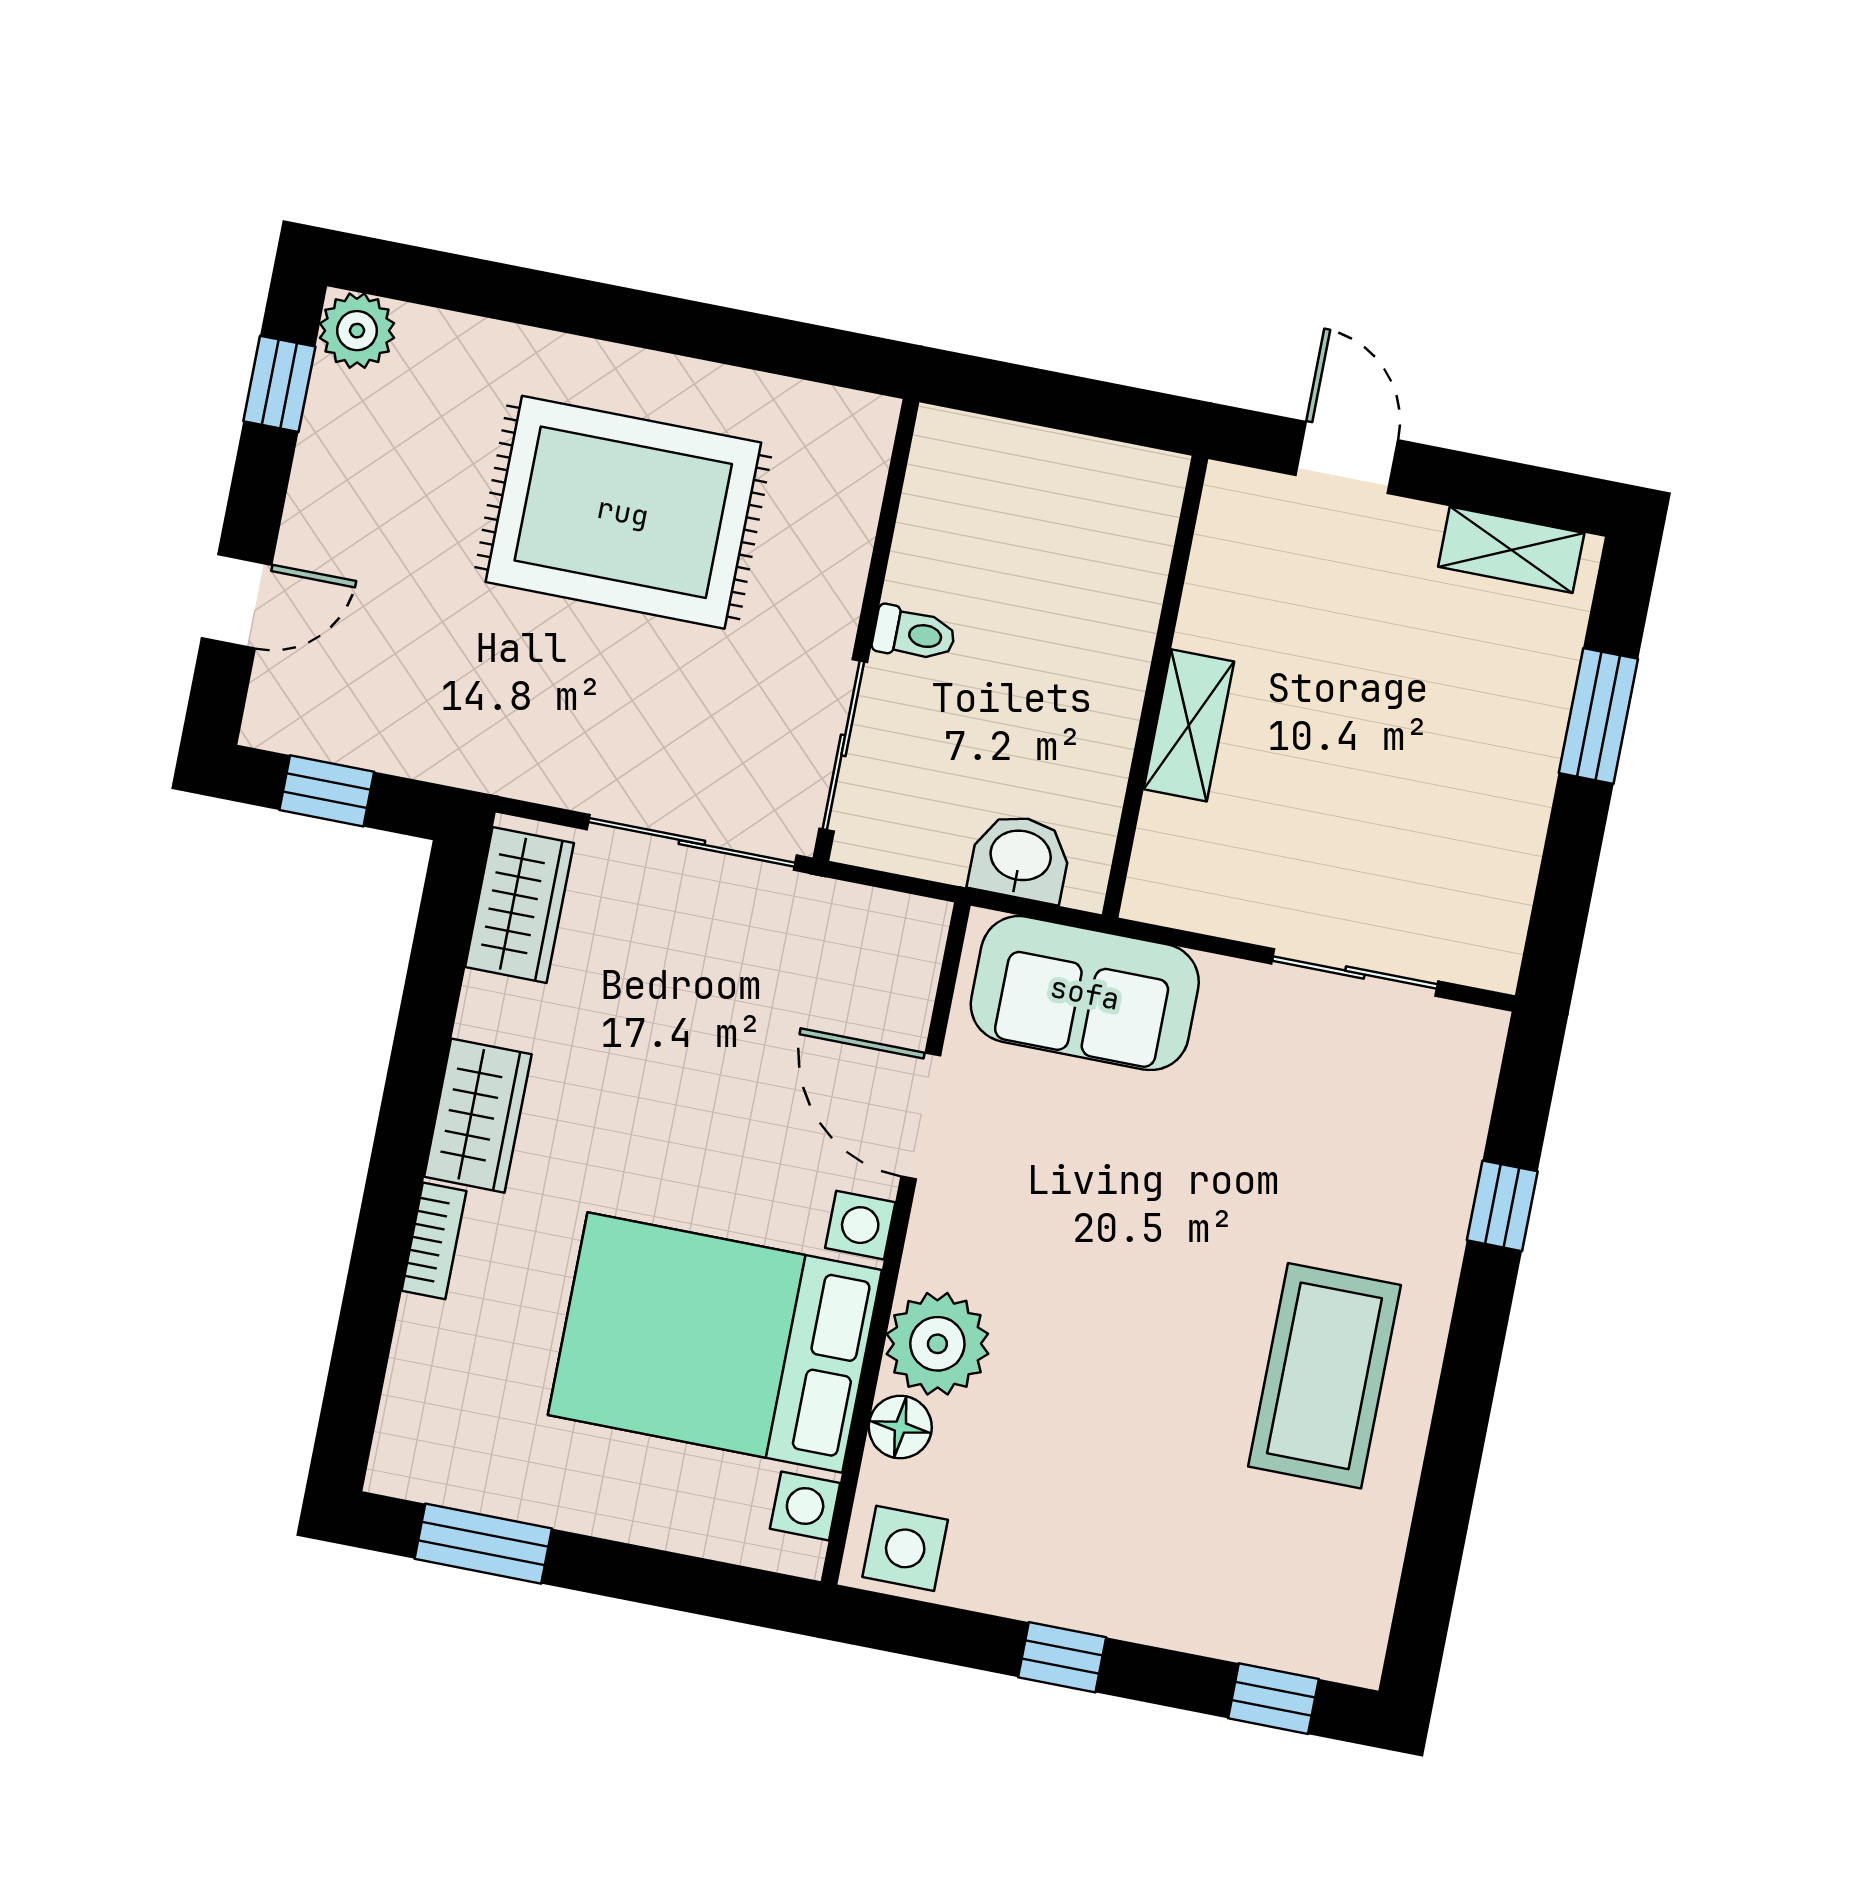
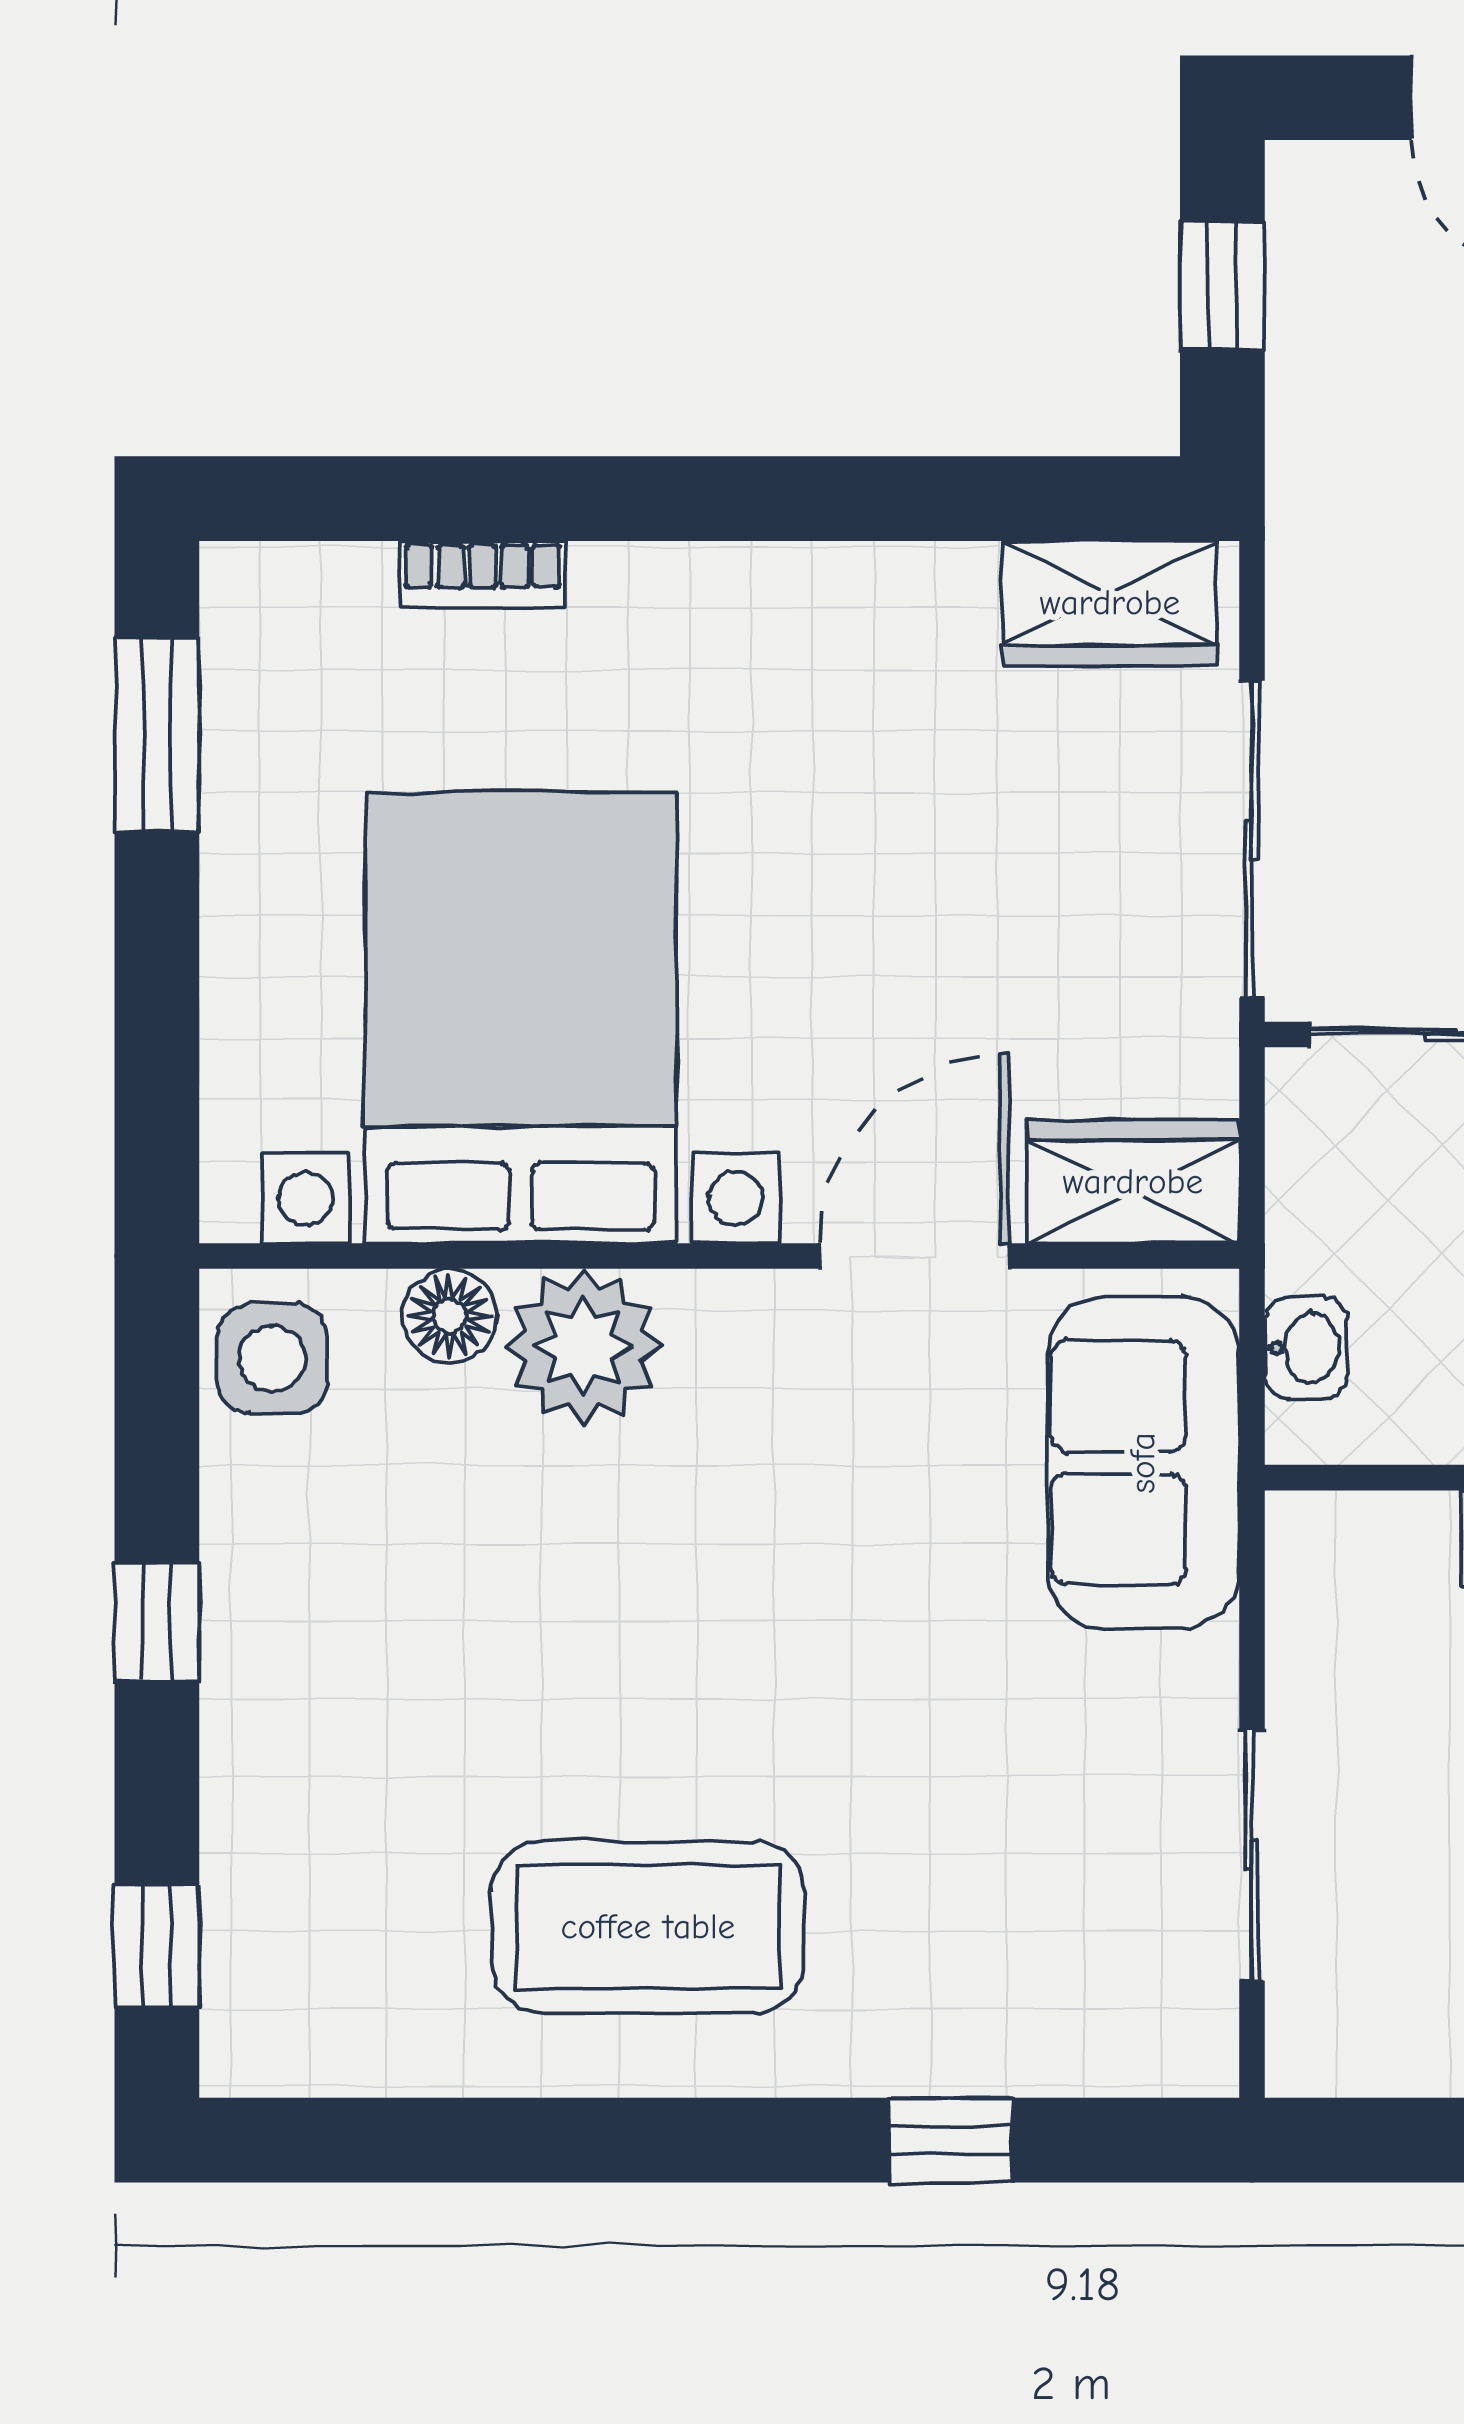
washbasin: (1020, 858) -> (1306, 1348), width x0.72, depth x0.69
wardrobe: (478, 1116) -> (1133, 1182), moved, turned 180
bookcase: (434, 1241) -> (483, 574), moved

